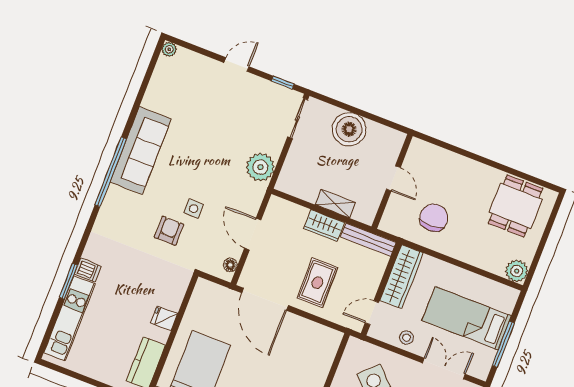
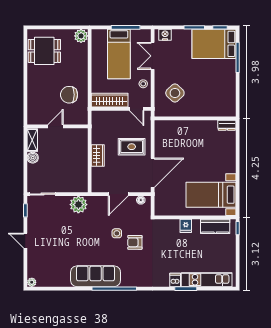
boiler: (349, 129) -> (33, 158), width x0.54, depth x0.54
shelving: (335, 204) -> (32, 140), moved
bench: (368, 240) -> (96, 127), removed

